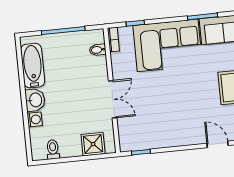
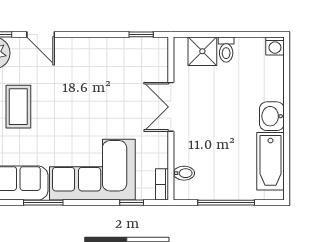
washing machine: (35, 119) -> (275, 46), moved, turned -90
toilet: (53, 149) -> (226, 50), moved

